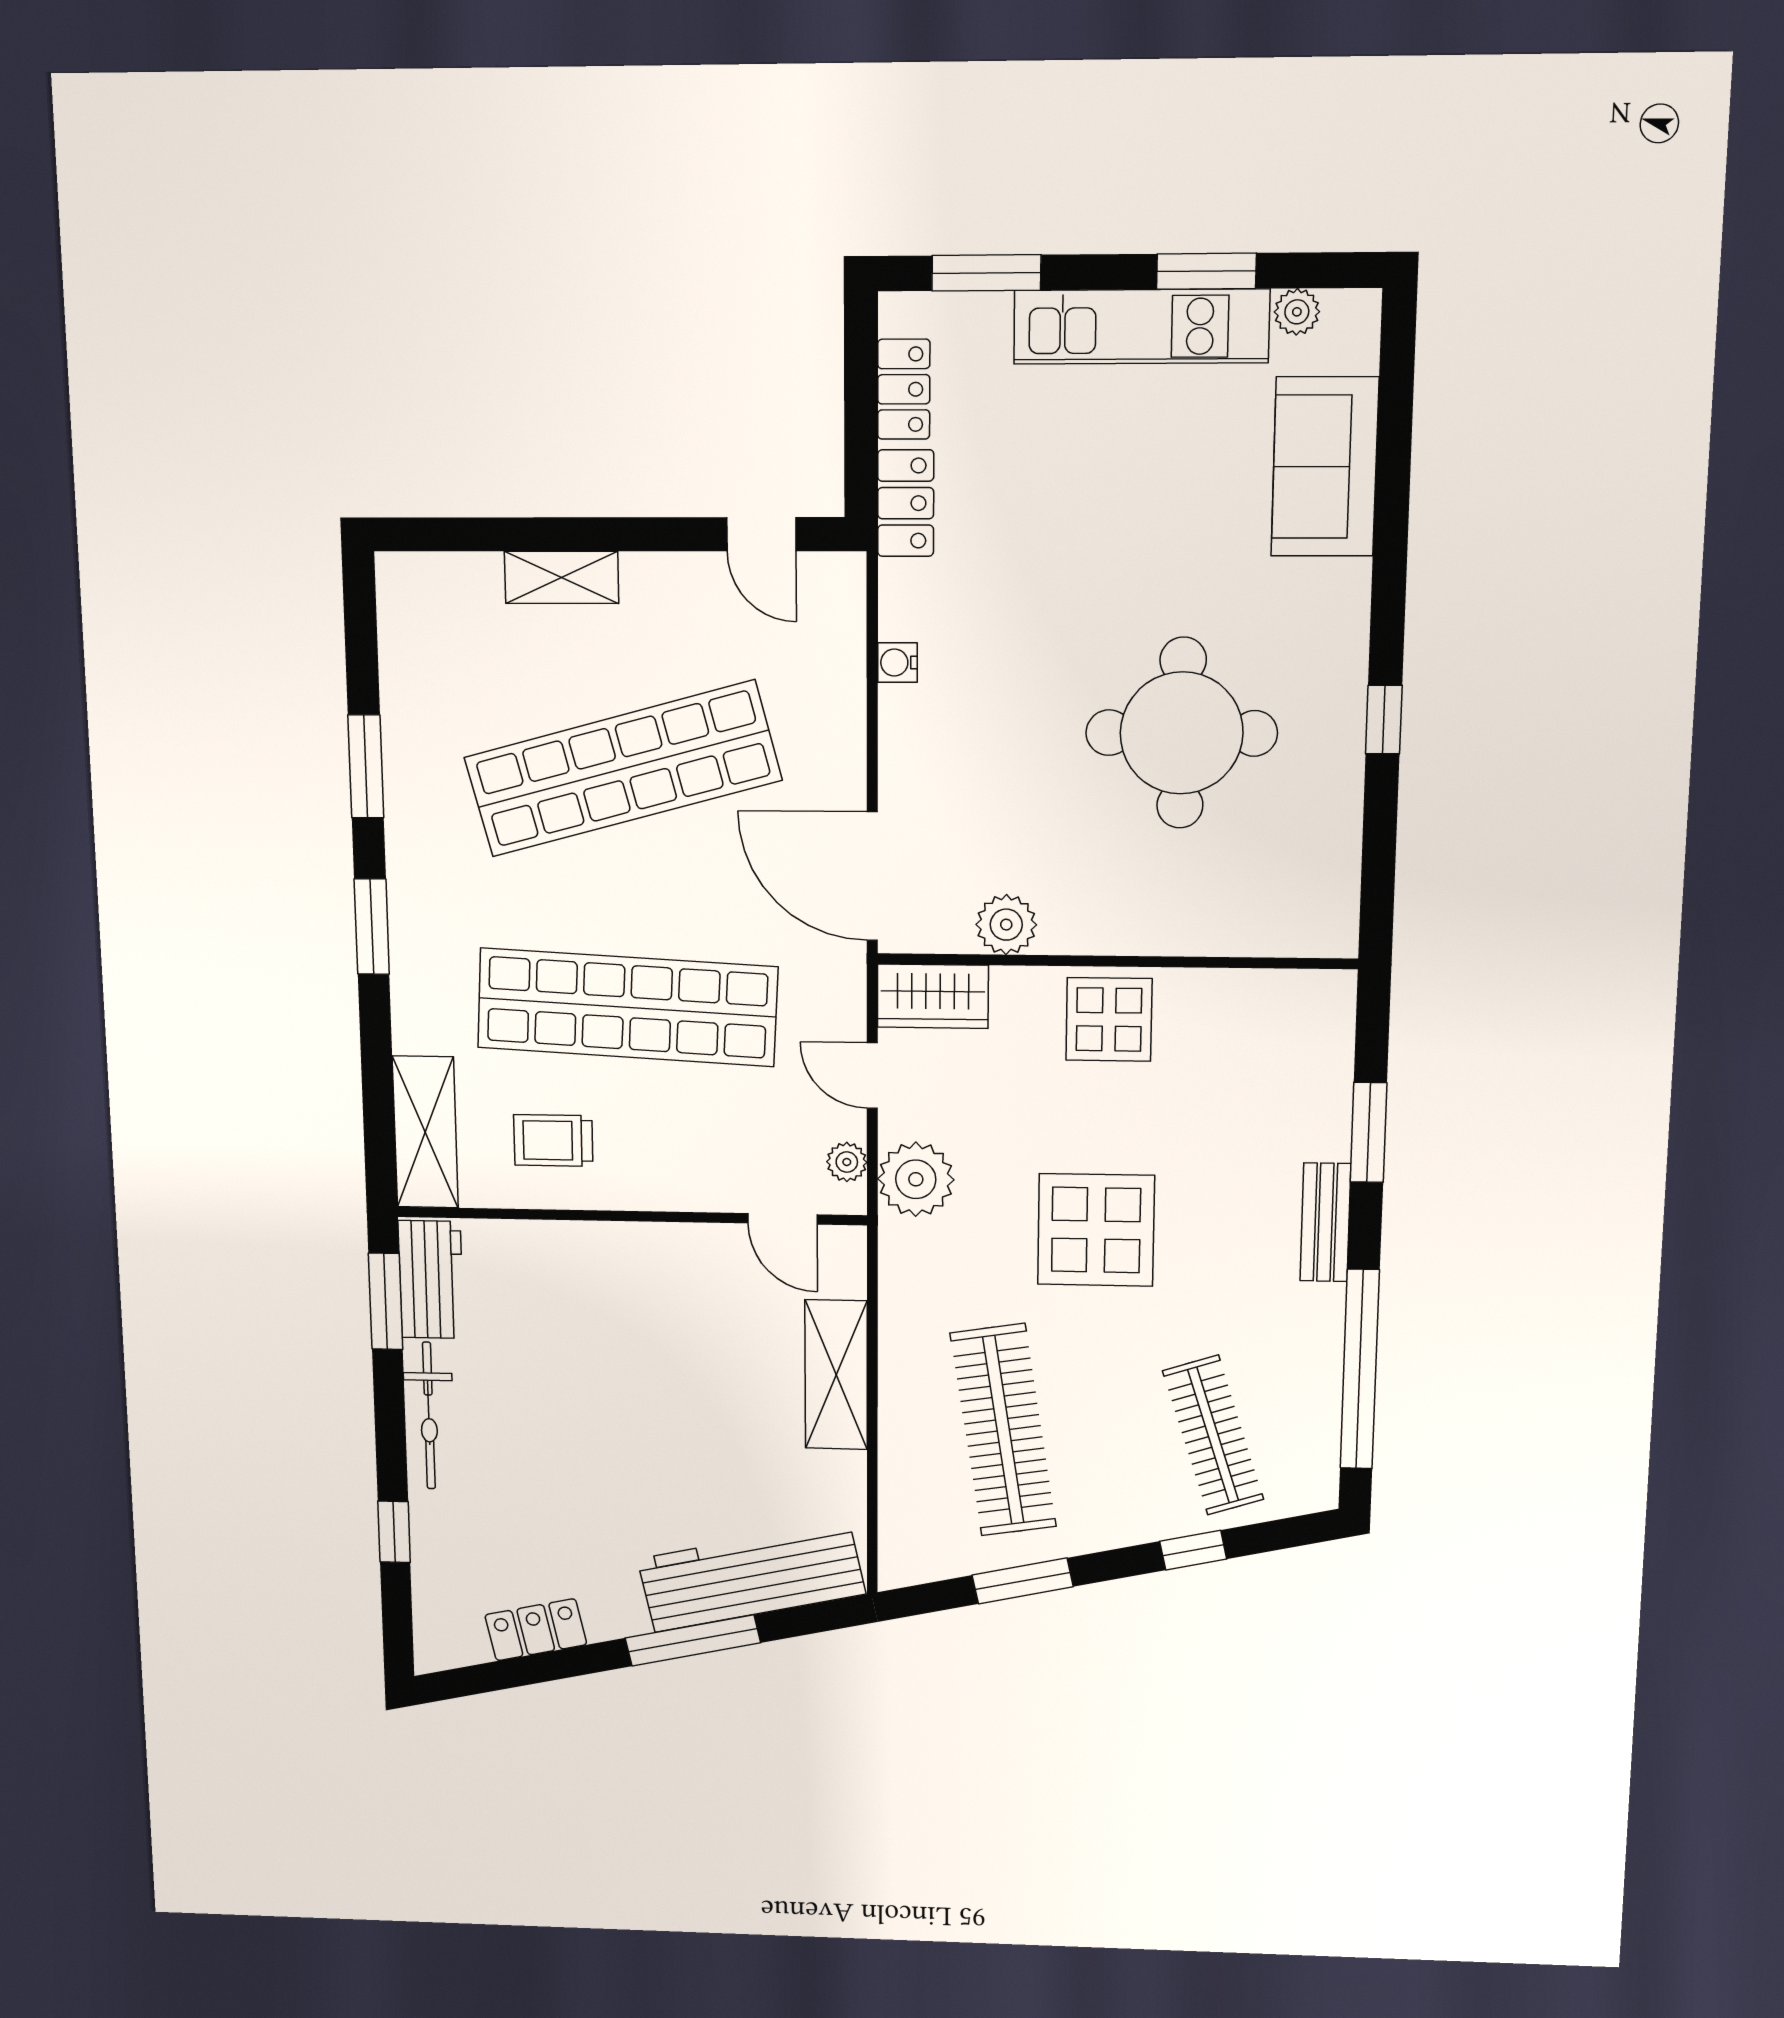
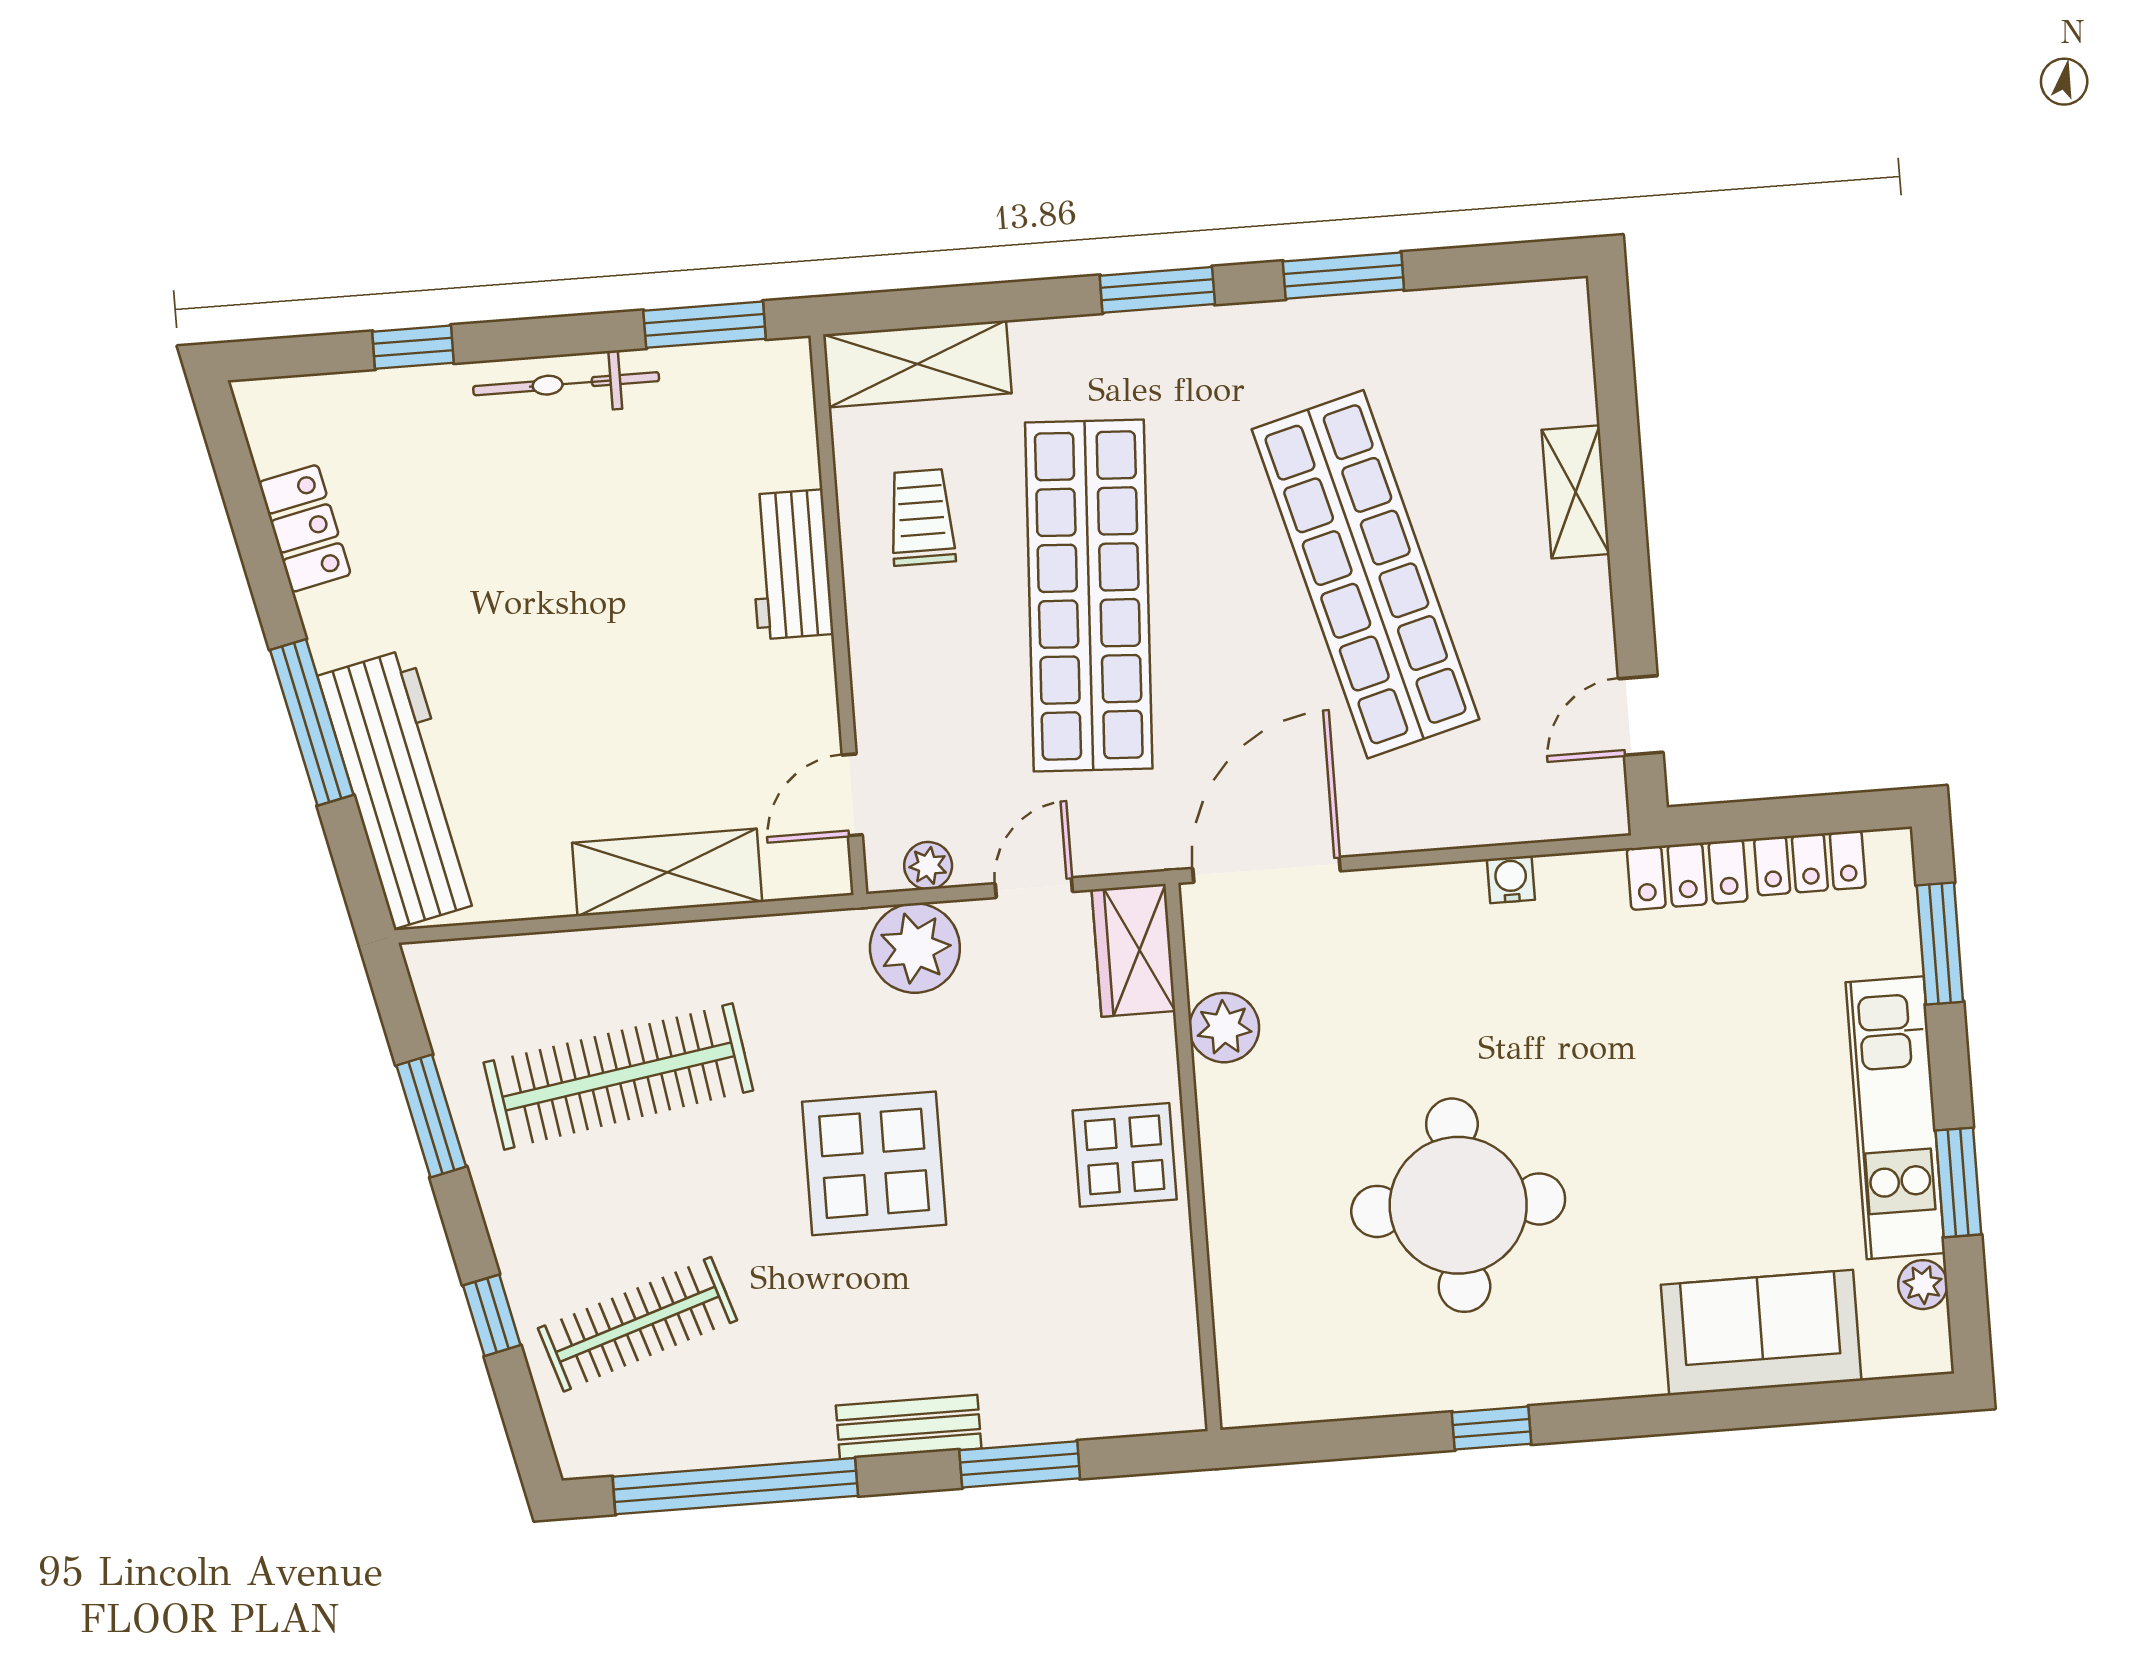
workbench: (431, 1280) -> (791, 564), moved, turned 90

